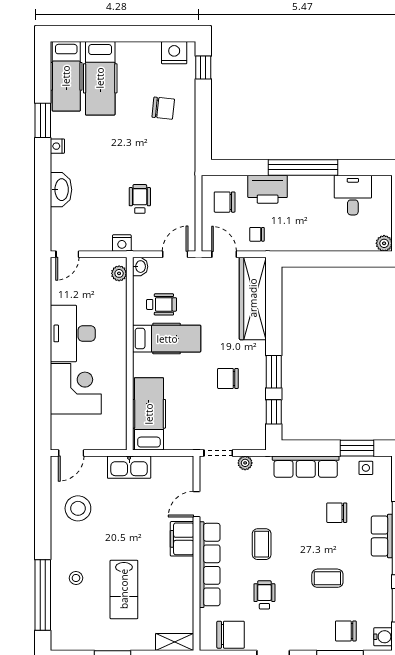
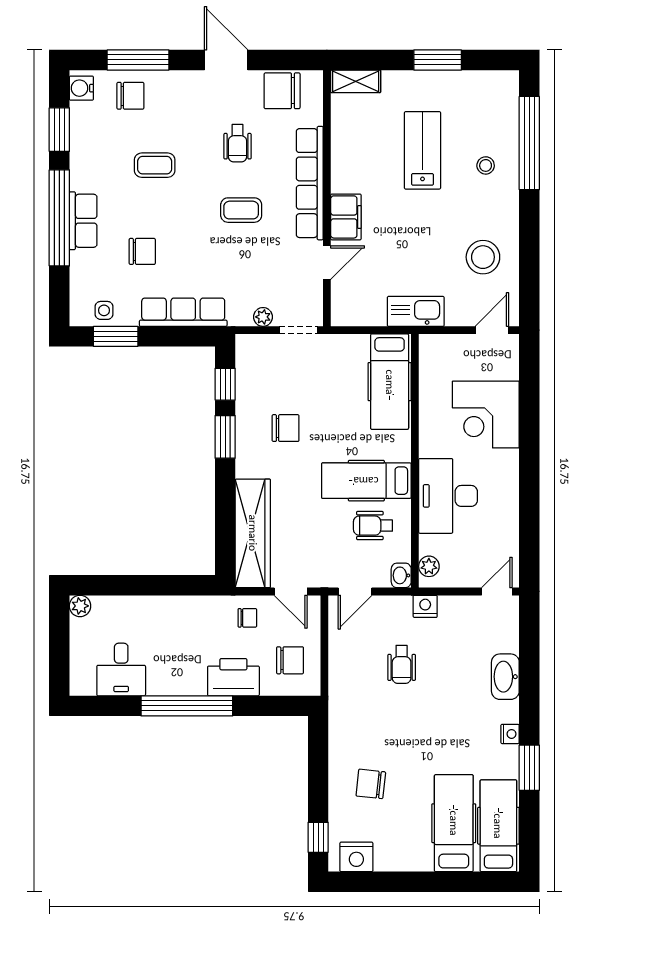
desk: (73, 333) -> (448, 496), moved, turned 180
coffee table: (262, 544) -> (241, 210), turned 90

